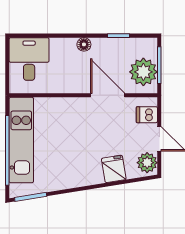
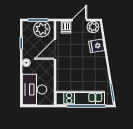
desk: (29, 59) -> (34, 89), width x1.37

